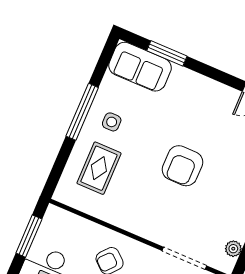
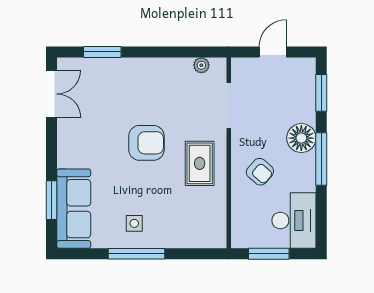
sofa: (140, 67) -> (74, 209), width x1.36
rug: (99, 168) -> (200, 163), moved, turned 90

